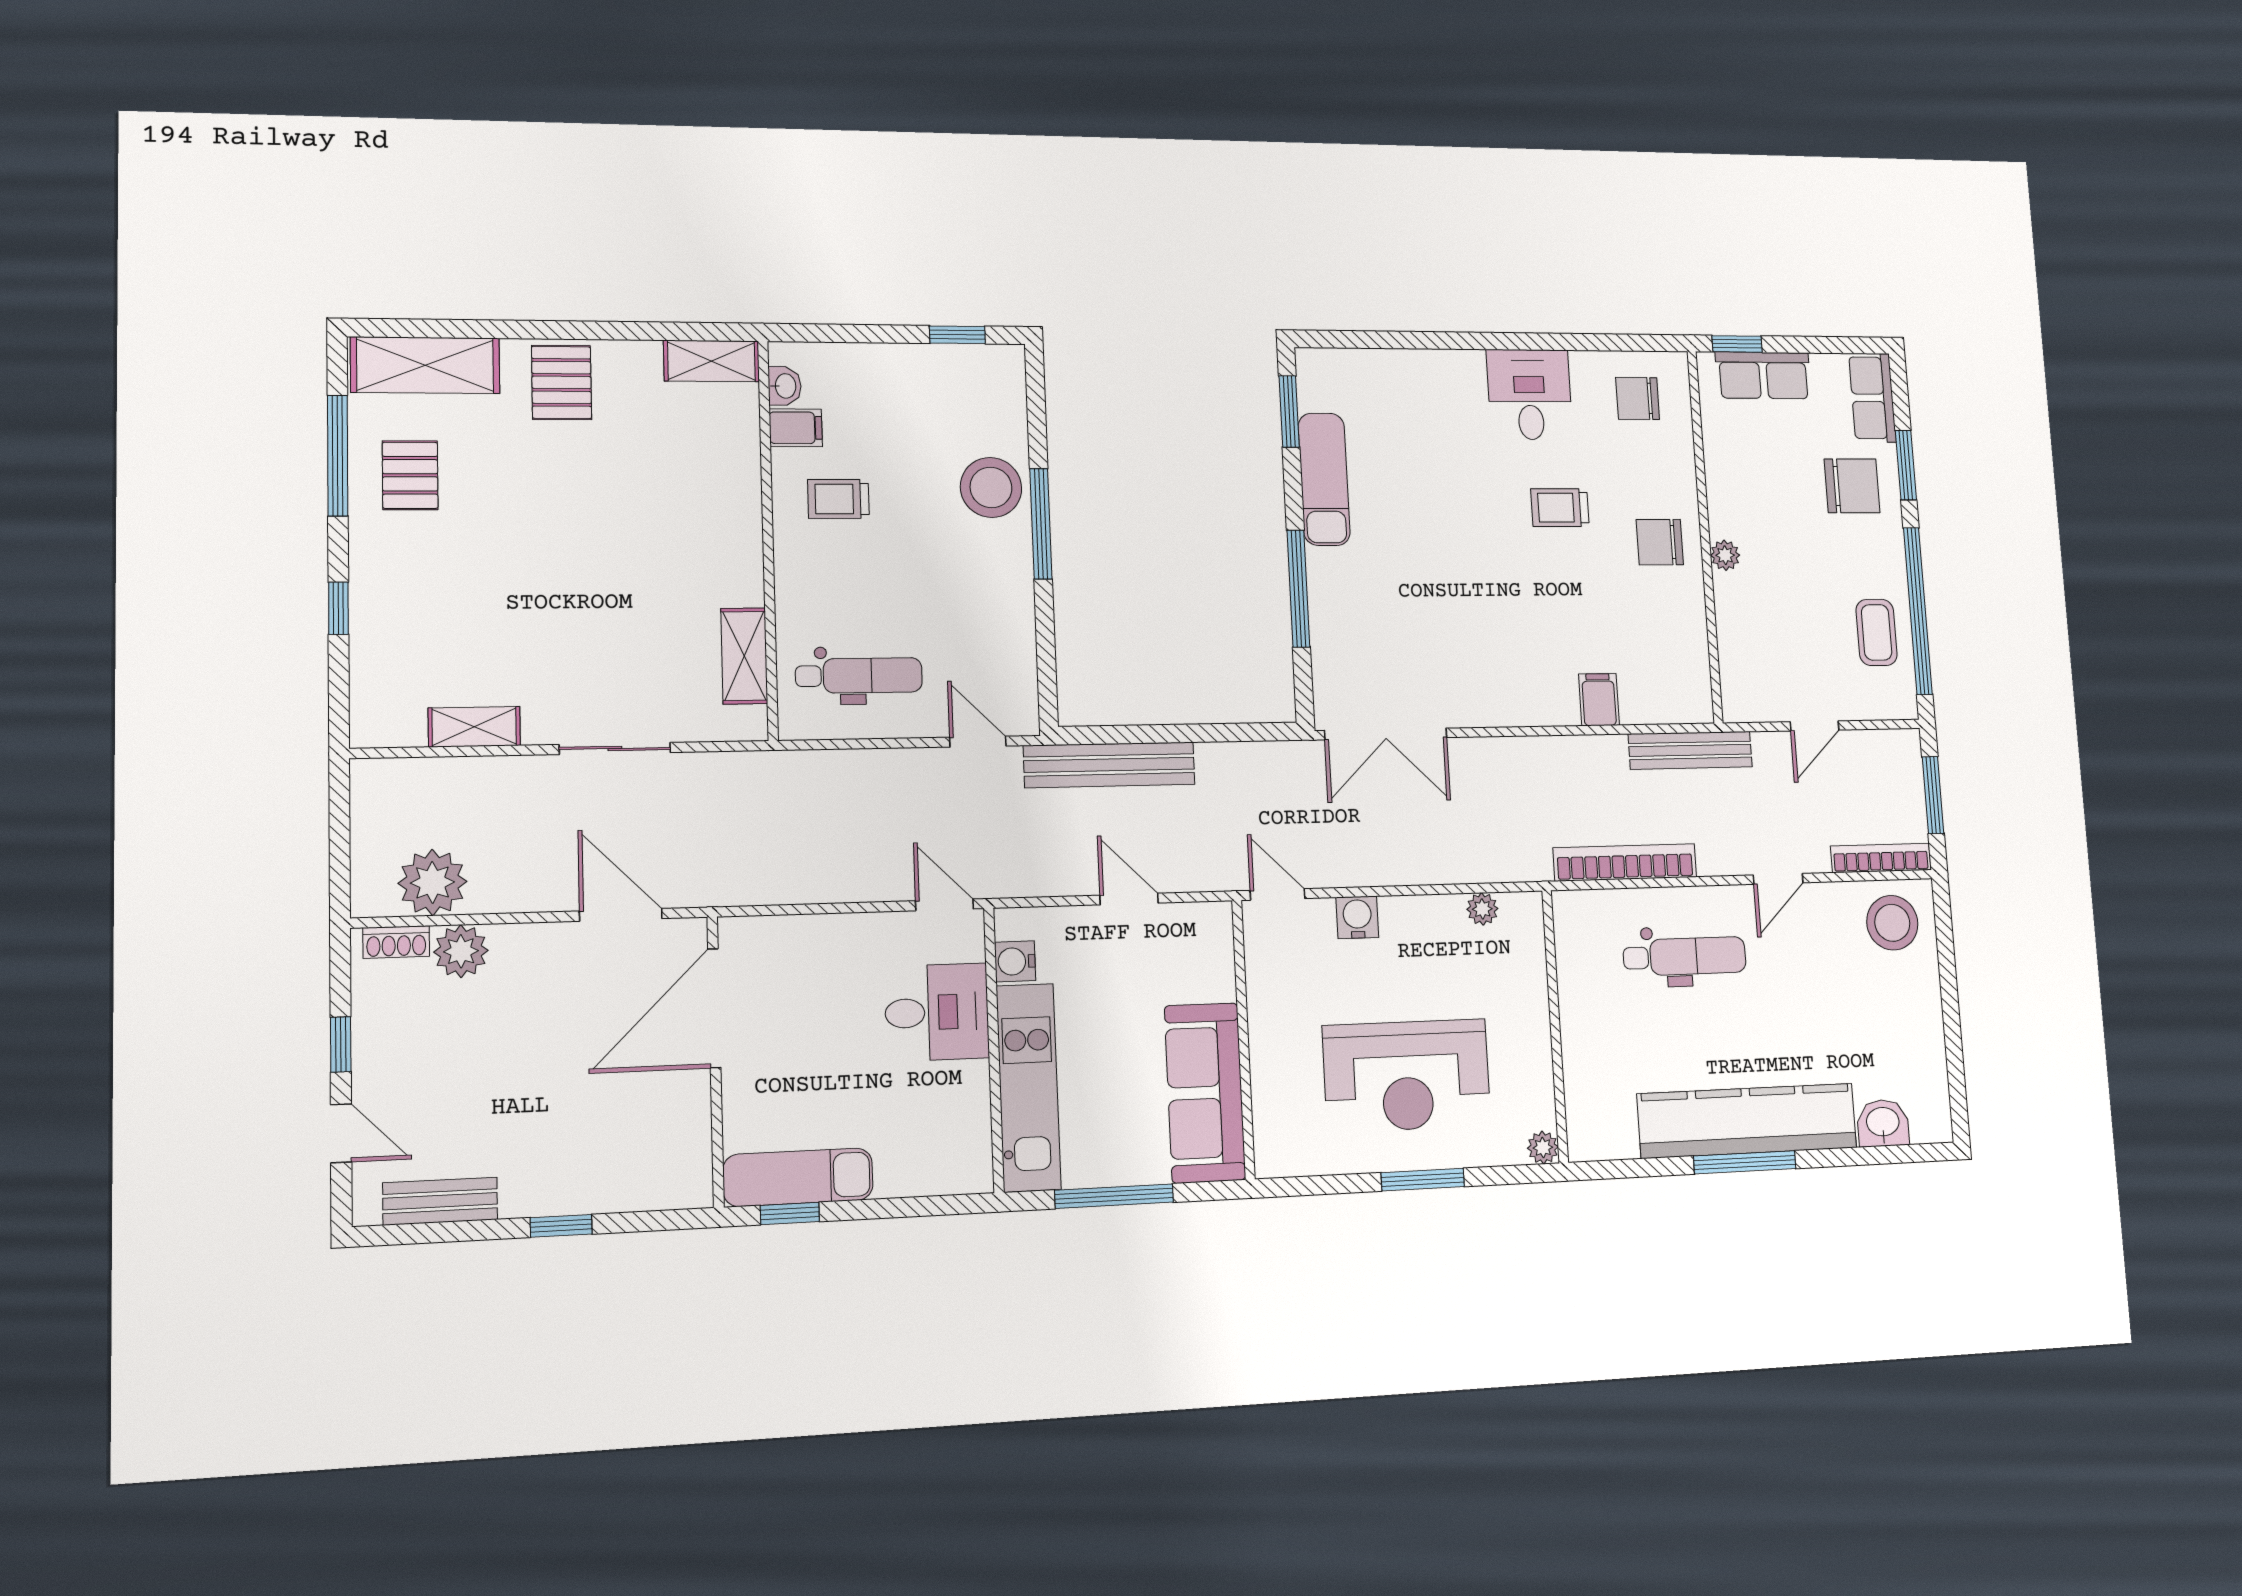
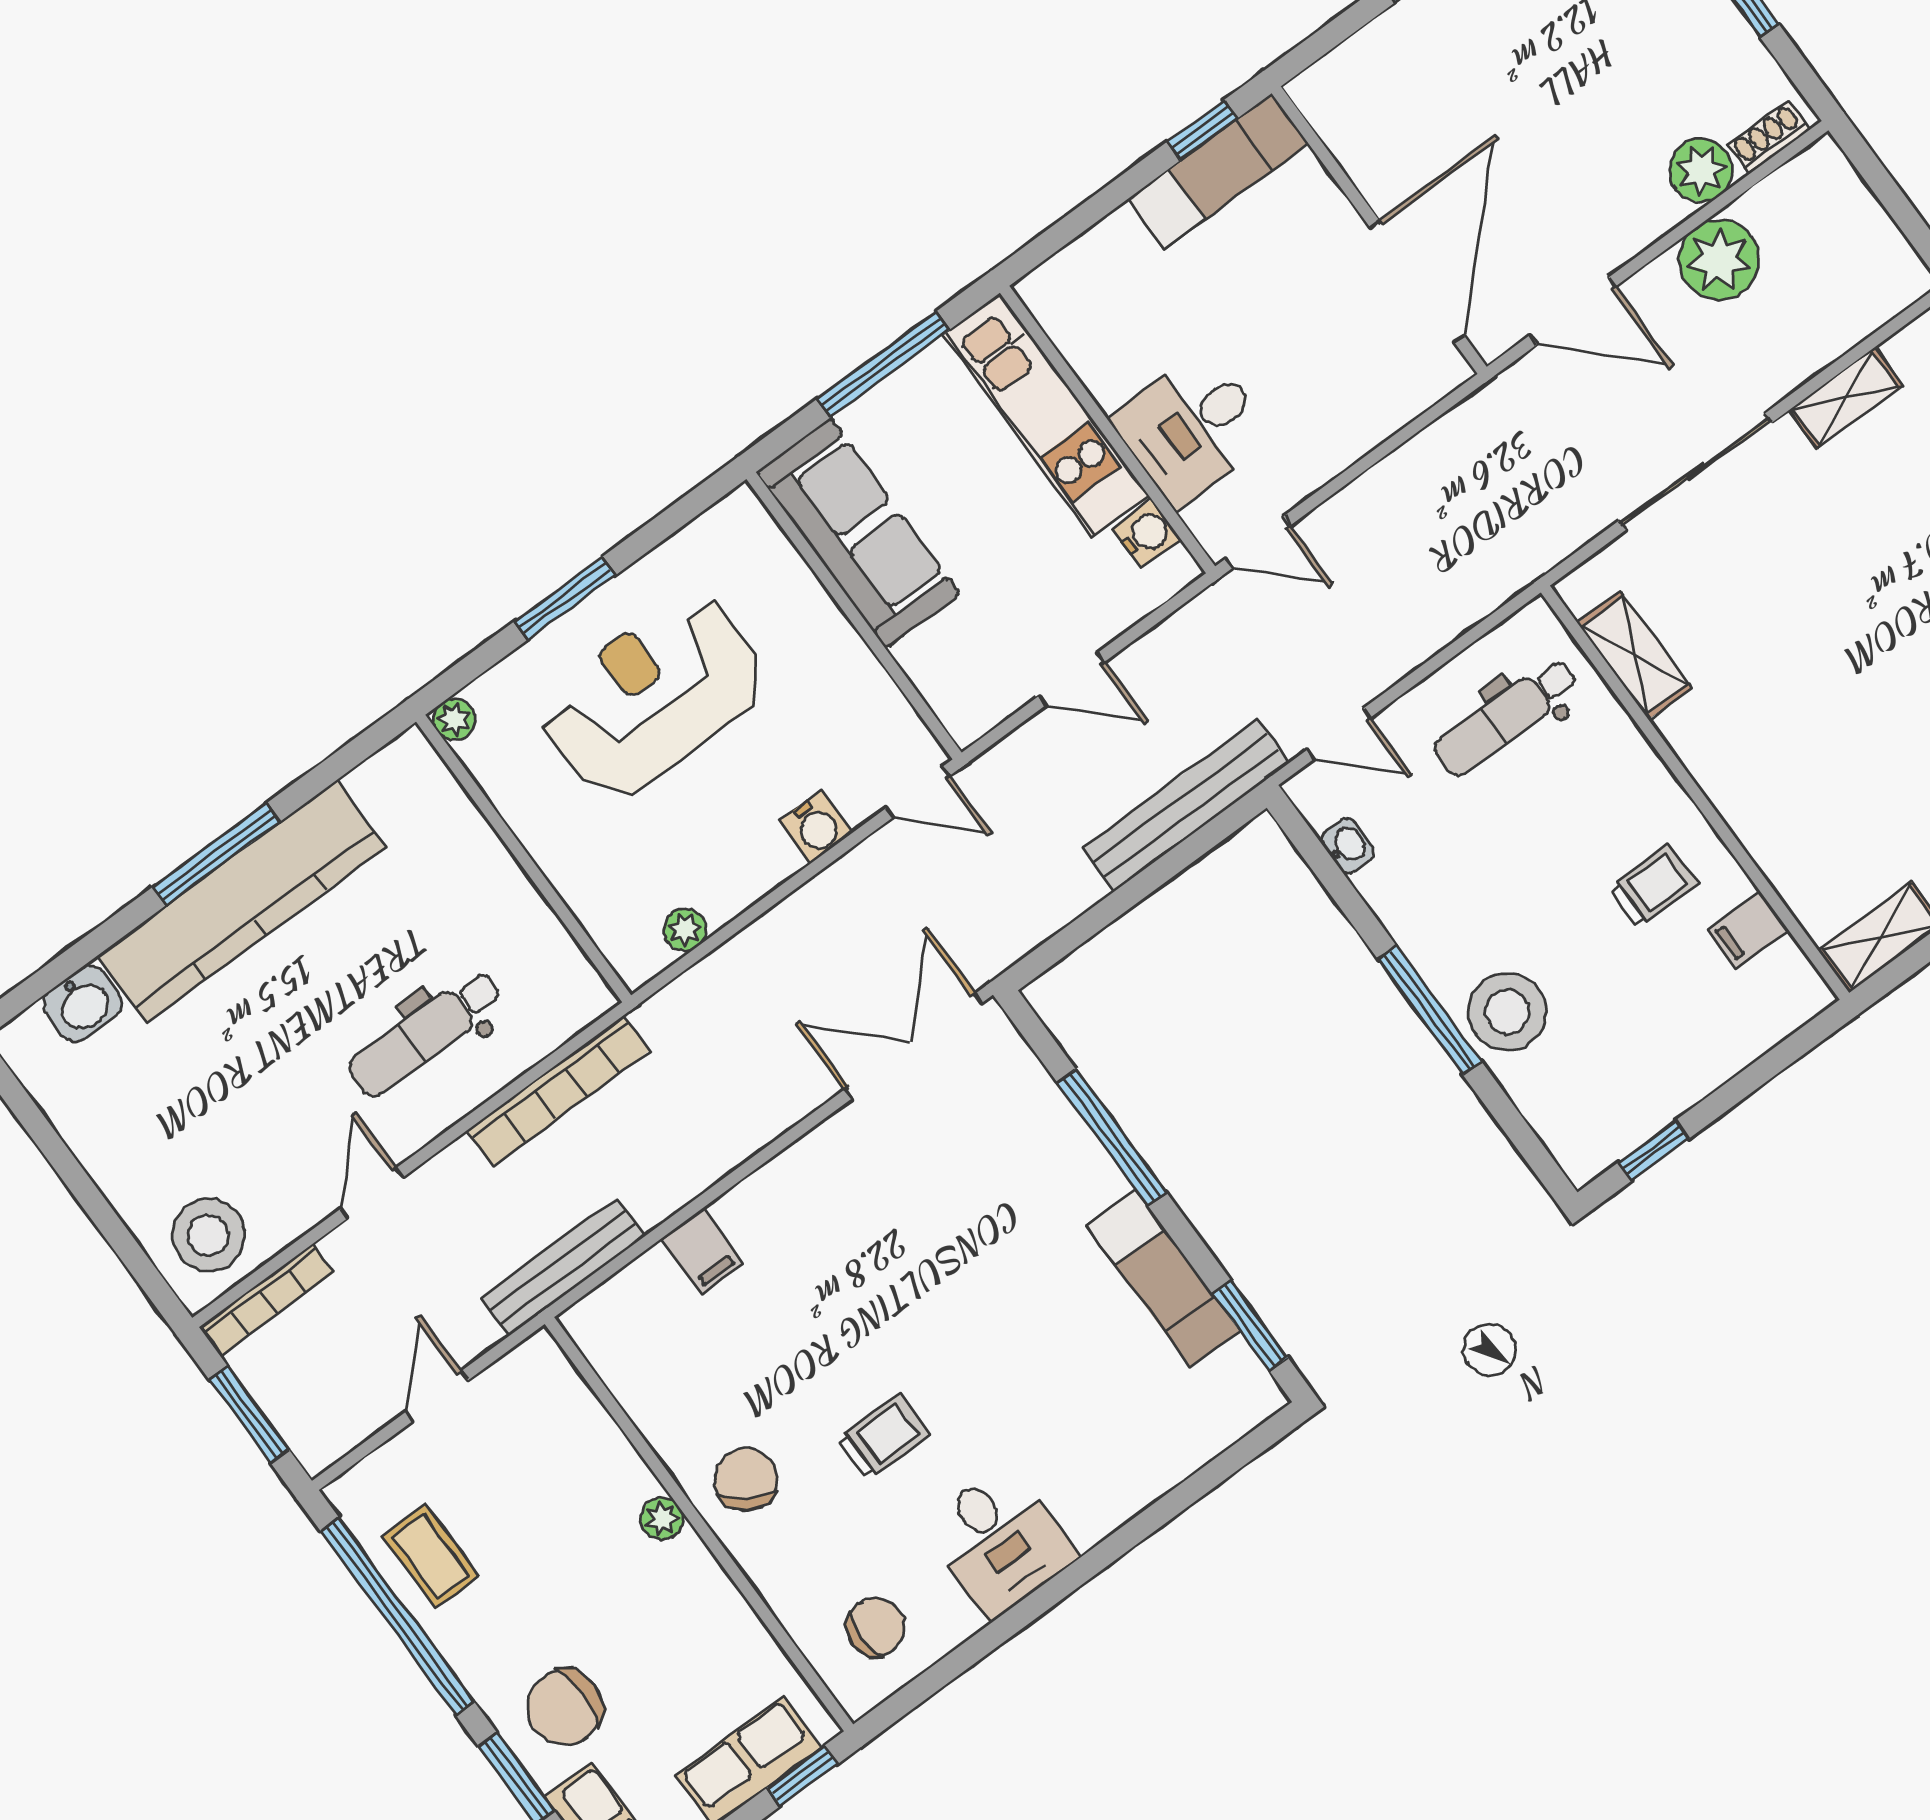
washbasin: (785, 386) -> (1348, 846), moved, turned 180
chair: (1660, 542) -> (746, 1479), turned -57
sliding door: (615, 748) -> (1695, 472), width x1.37
plant: (432, 882) -> (1719, 260), moved

